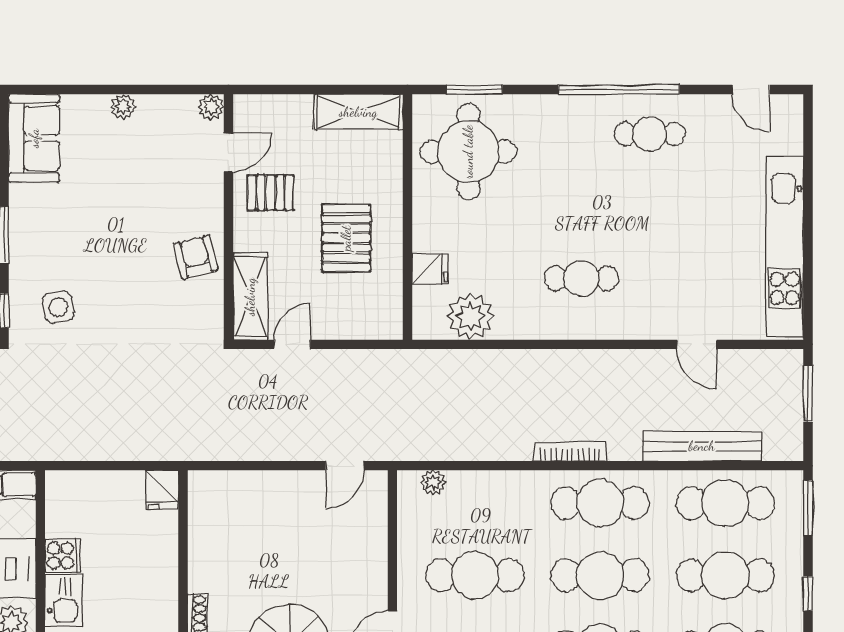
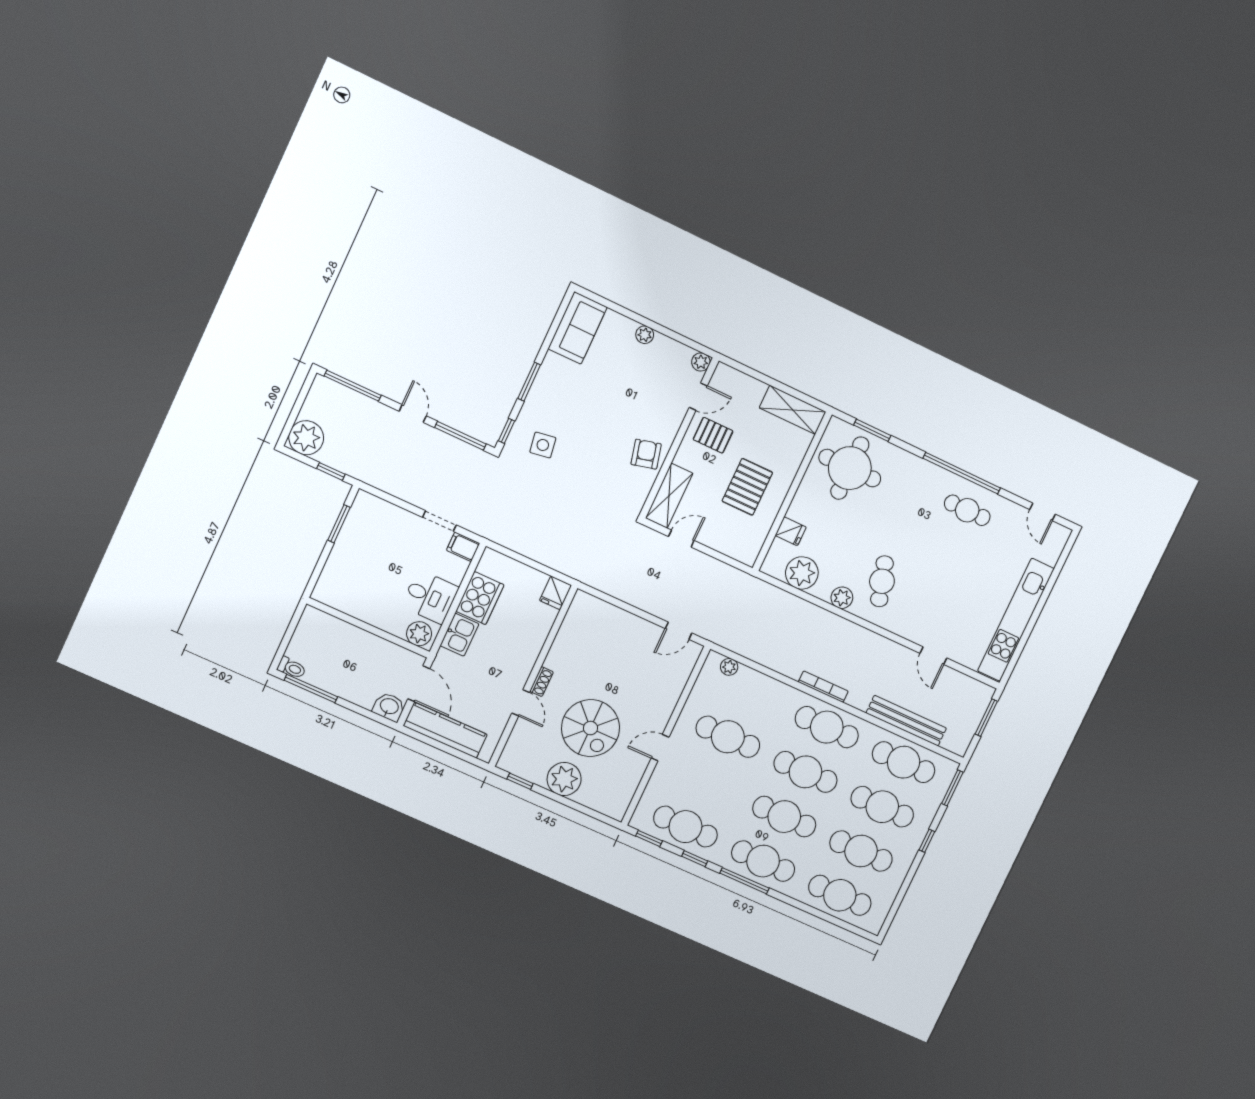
cafe table: (581, 278) -> (882, 581), turned 73
plant: (539, 324) -> (842, 598), added
cooker: (63, 556) -> (480, 598), width x1.87, depth x1.31

